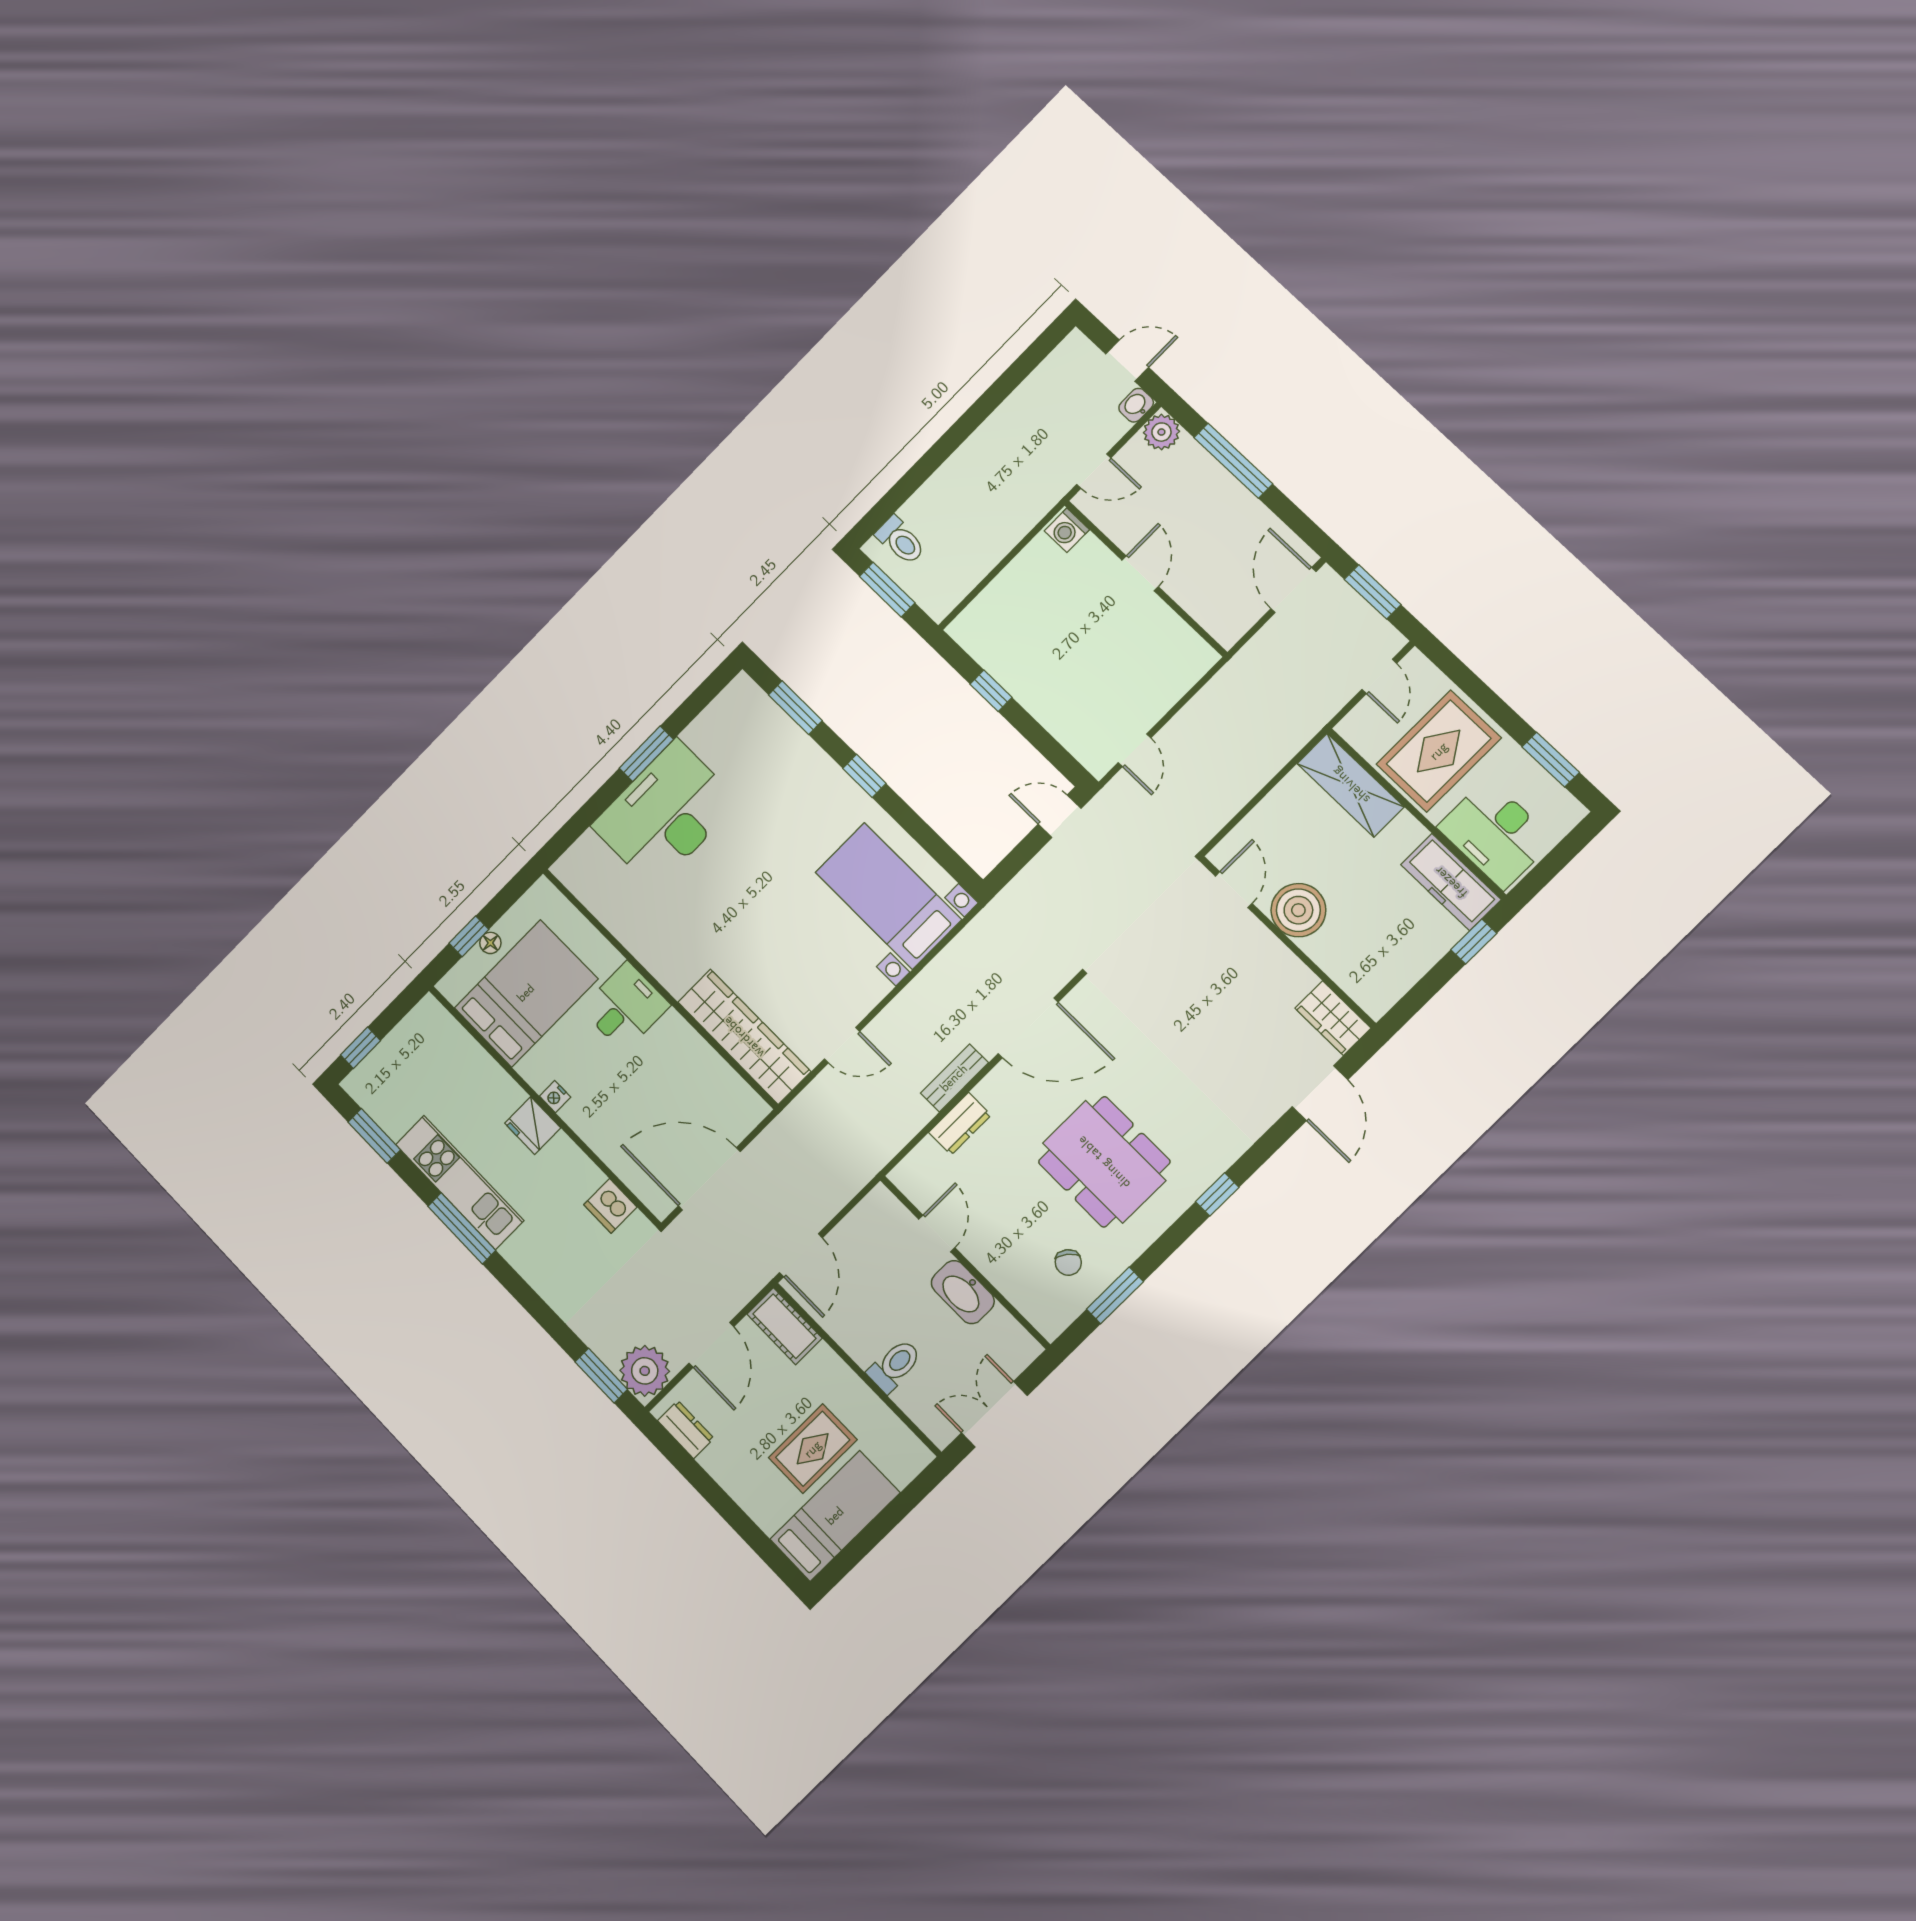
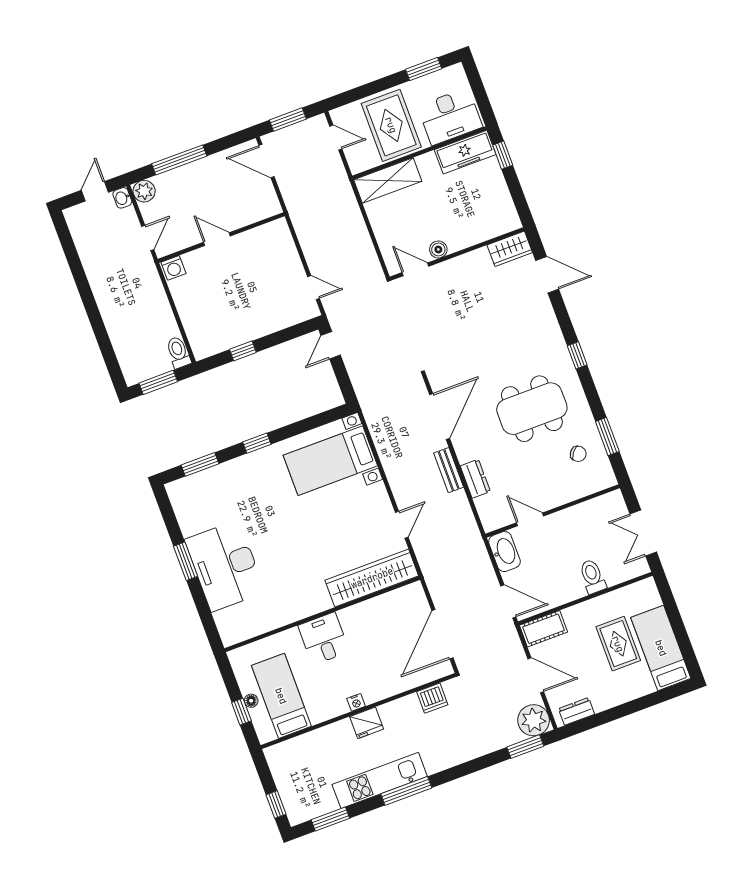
toilet: (901, 540) -> (178, 352), moved, turned -90
boiler: (1298, 910) -> (438, 249), width x0.54, depth x0.54
bed: (526, 993) -> (281, 696), width x0.67
washbasin: (963, 1292) -> (504, 552), moved, turned -90

